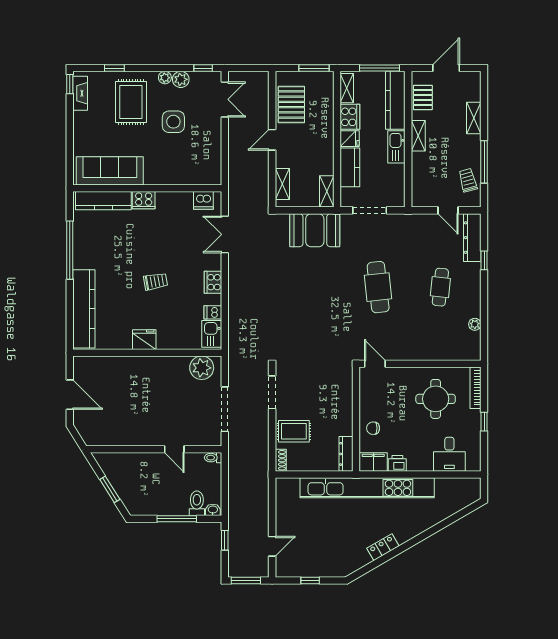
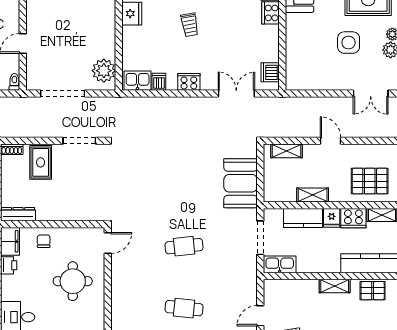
pallet: (291, 104) -> (370, 181), moved
kitchen sink: (396, 147) -> (280, 264), moved
shelving: (327, 191) -> (313, 195), moved
cafe table: (378, 287) -> (184, 246), width x0.73, depth x0.74
round table: (436, 399) -> (73, 281), moved

